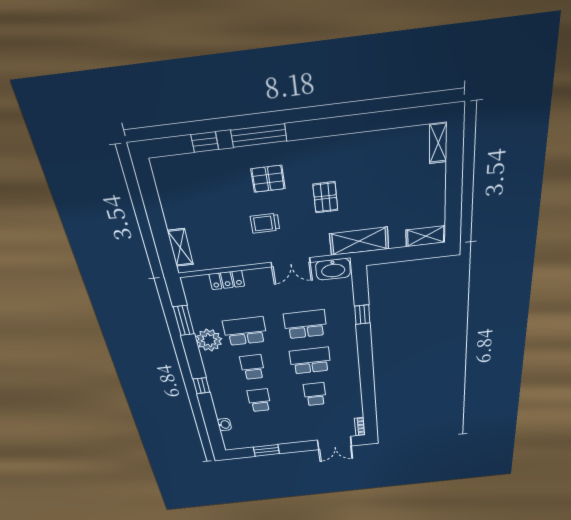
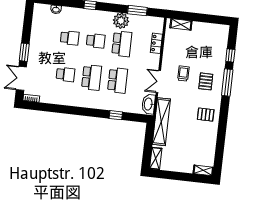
pallet: (325, 197) -> (206, 115), moved
shelving: (359, 241) -> (161, 122), width x1.47
window: (266, 450) -> (24, 52), moved

